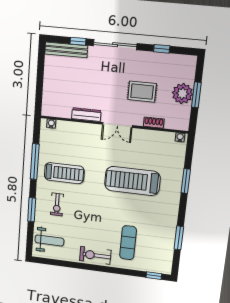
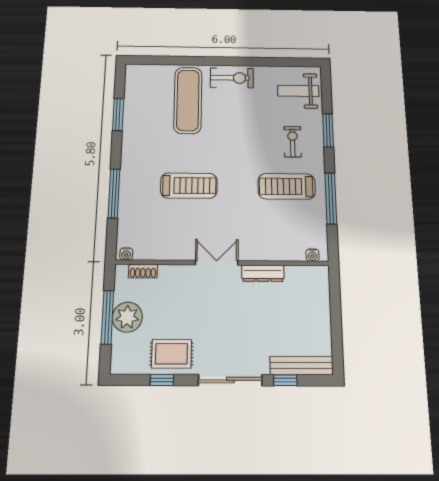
rug: (142, 92) -> (171, 354), moved
window: (196, 95) -> (107, 317), width x1.44
shoe rack: (154, 123) -> (143, 271), moved
treadmill: (132, 181) -> (189, 186), width x0.73, depth x0.73
window: (186, 181) -> (114, 193), width x1.44
exercise mat: (128, 243) -> (188, 100), width x1.36, depth x1.45
window: (154, 276) -> (149, 60), removed

